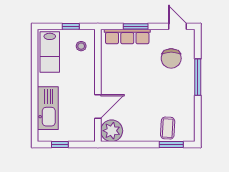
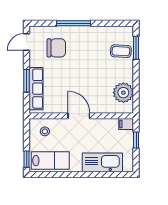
window: (71, 26) -> (27, 159), moved
door: (98, 107) -> (79, 116), moved
plant: (112, 131) -> (123, 93), moved
filing cabinet: (89, 134) -> (126, 124), added
window: (60, 144) -> (136, 140), moved

